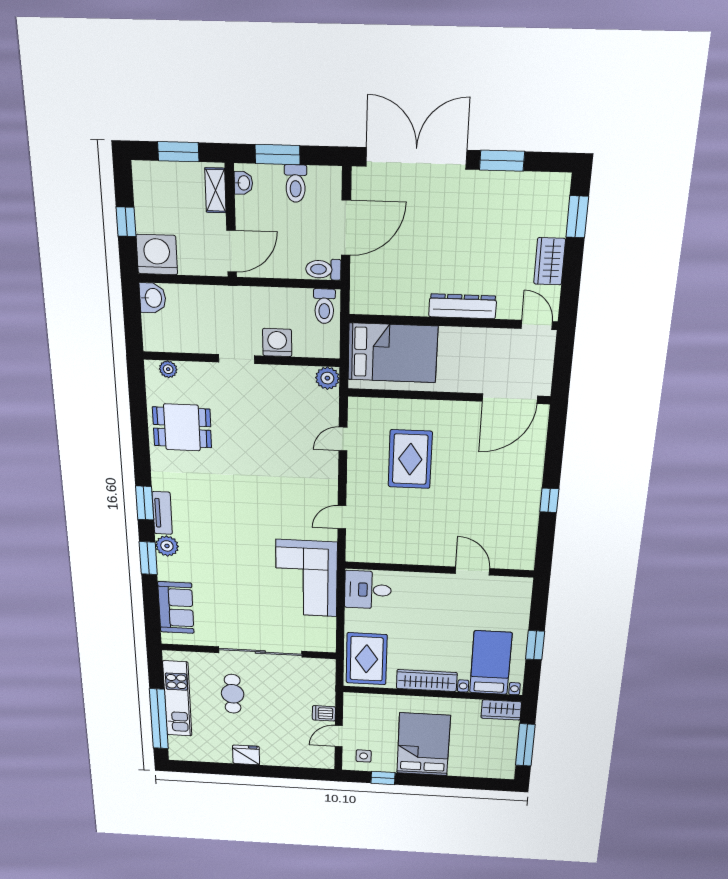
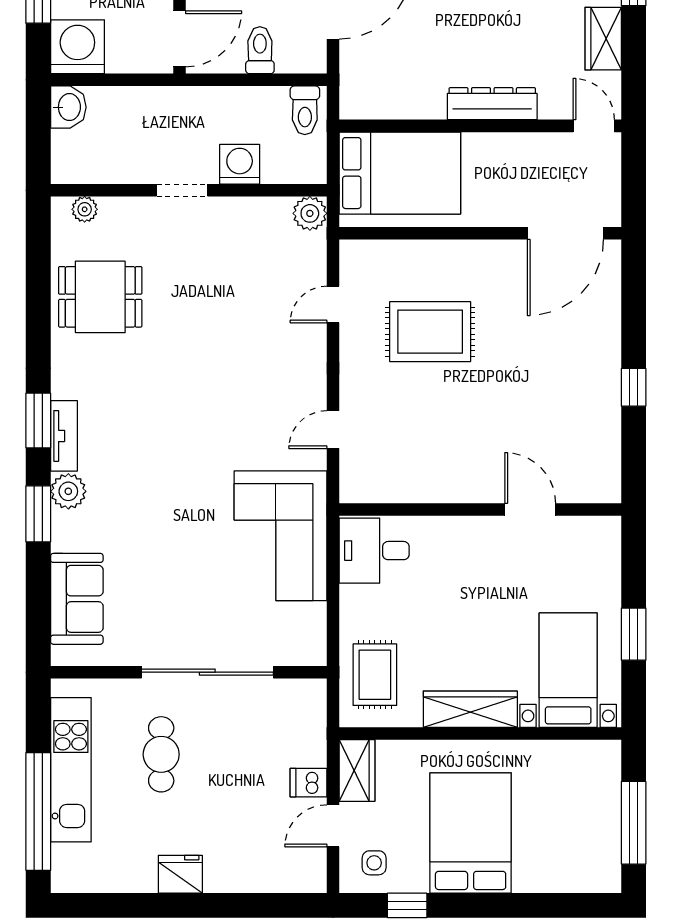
toilet: (323, 269) -> (260, 50), moved, turned 90
rug: (410, 459) -> (430, 332), turned 90
rug: (367, 659) -> (375, 675), width x0.73, depth x0.70
wardrobe: (501, 710) -> (357, 770), moved, turned -90

